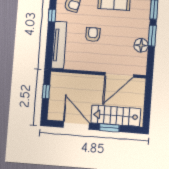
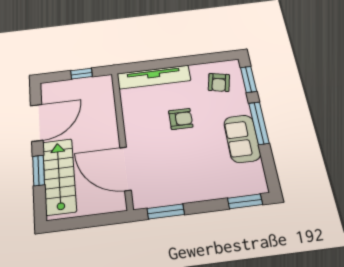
window: (52, 16) -> (195, 60), removed
window: (152, 36) -> (166, 211), moved
floor lamp: (141, 45) -> (181, 193), removed

